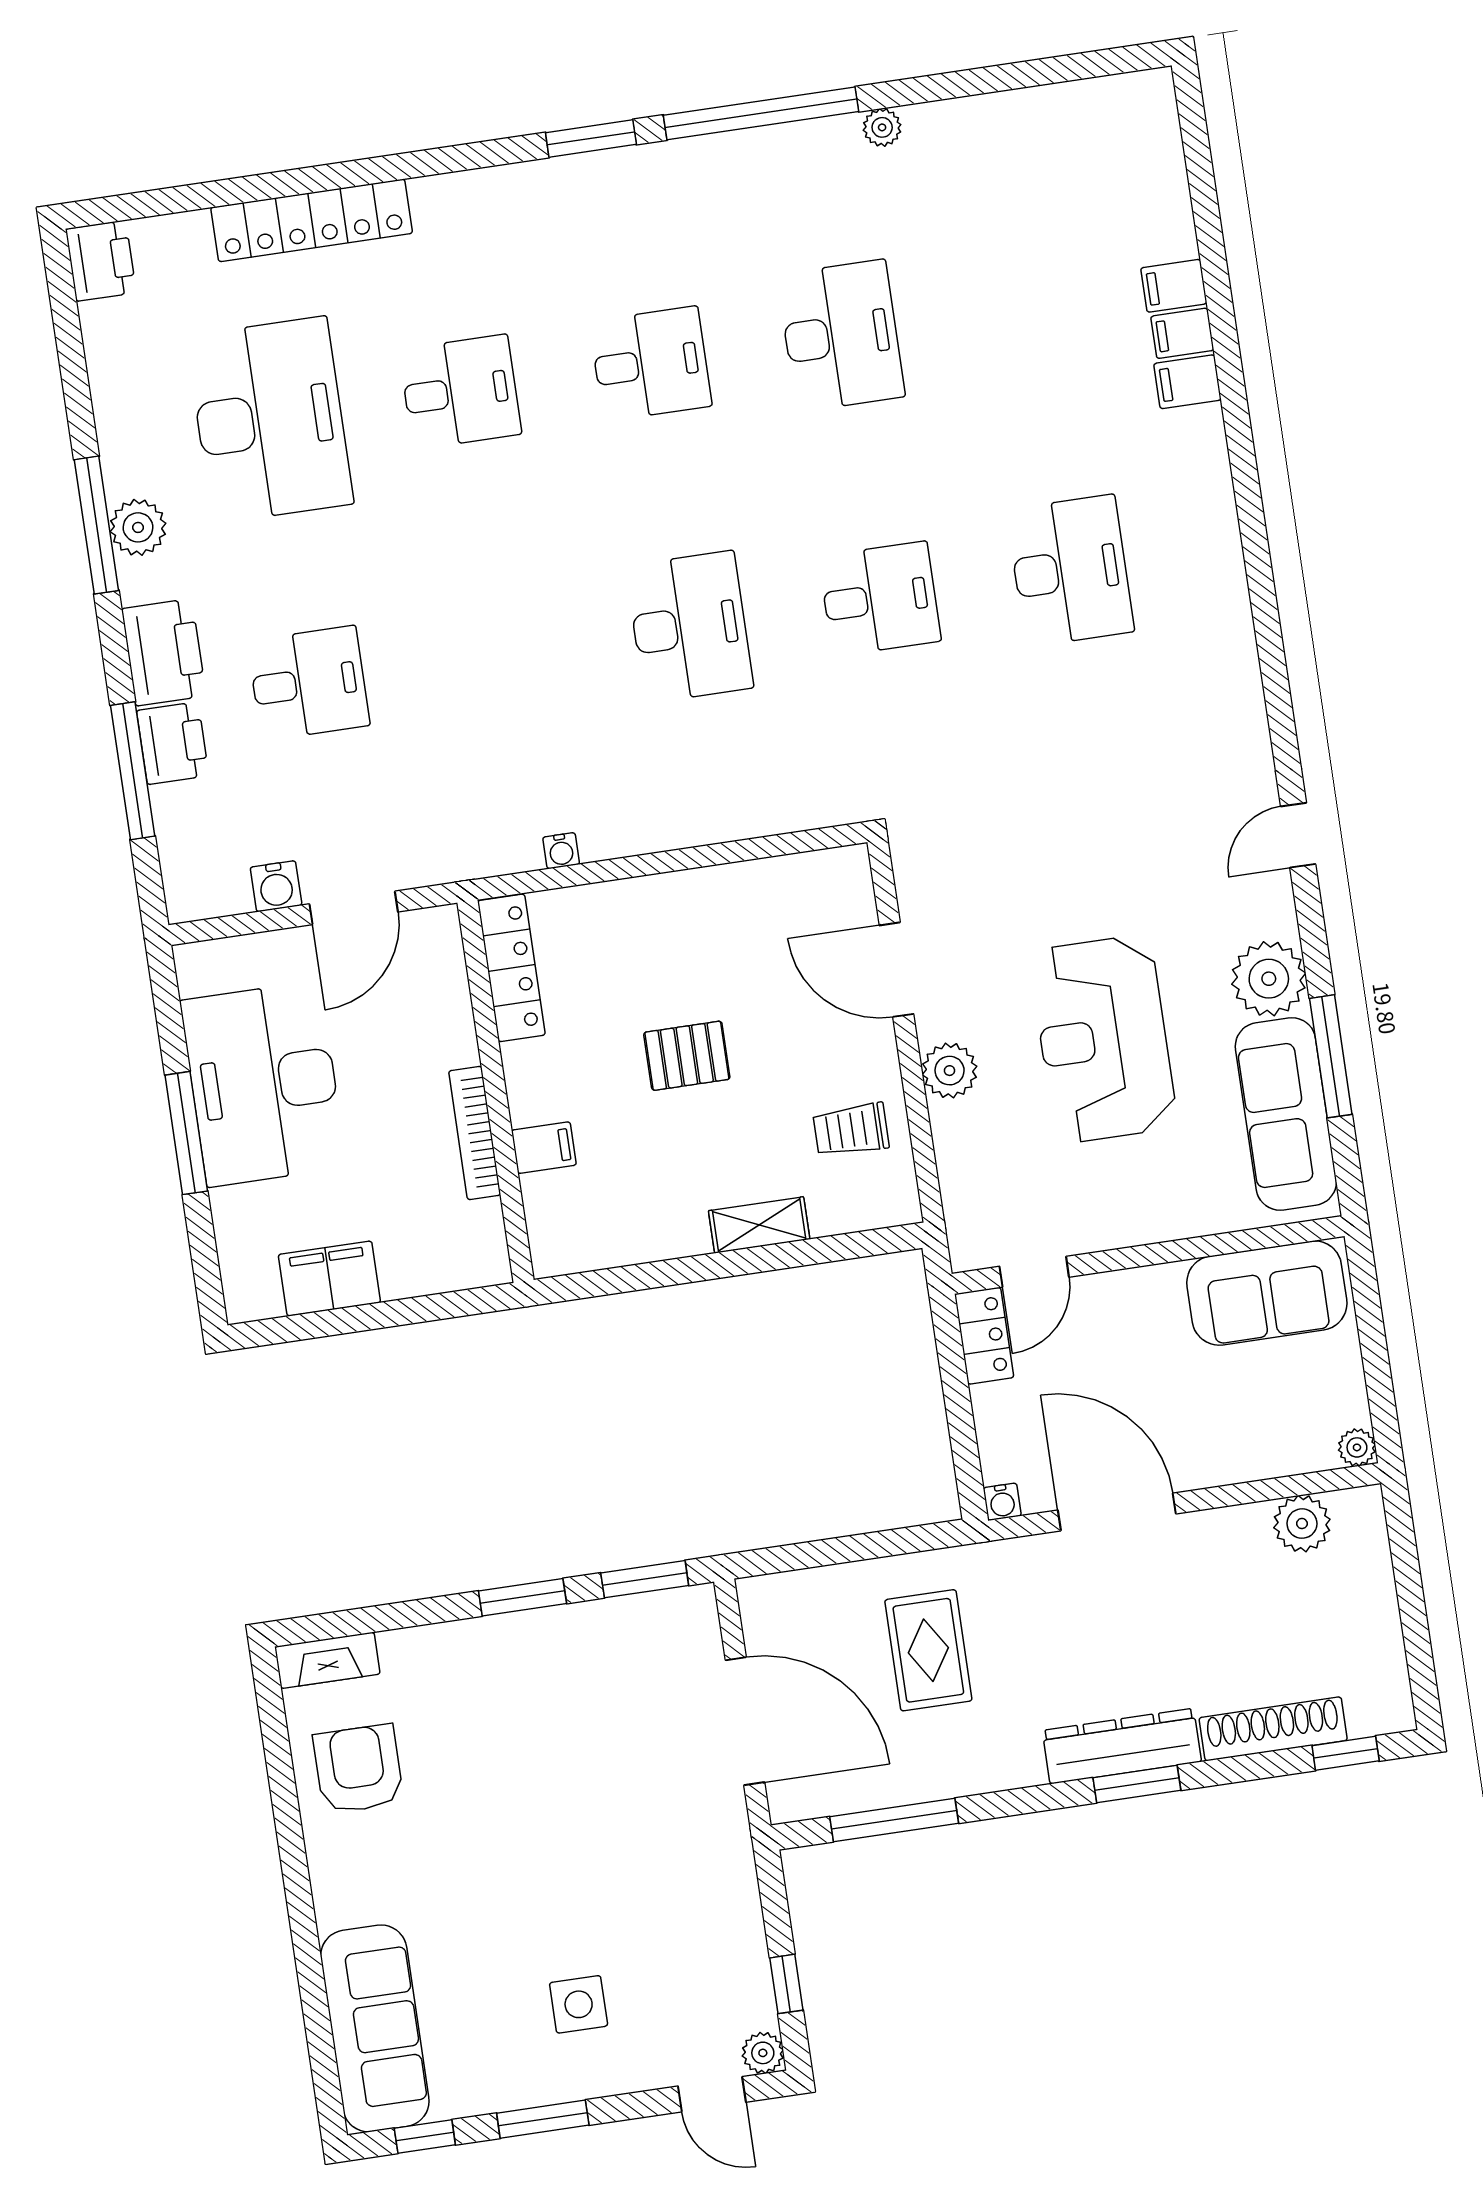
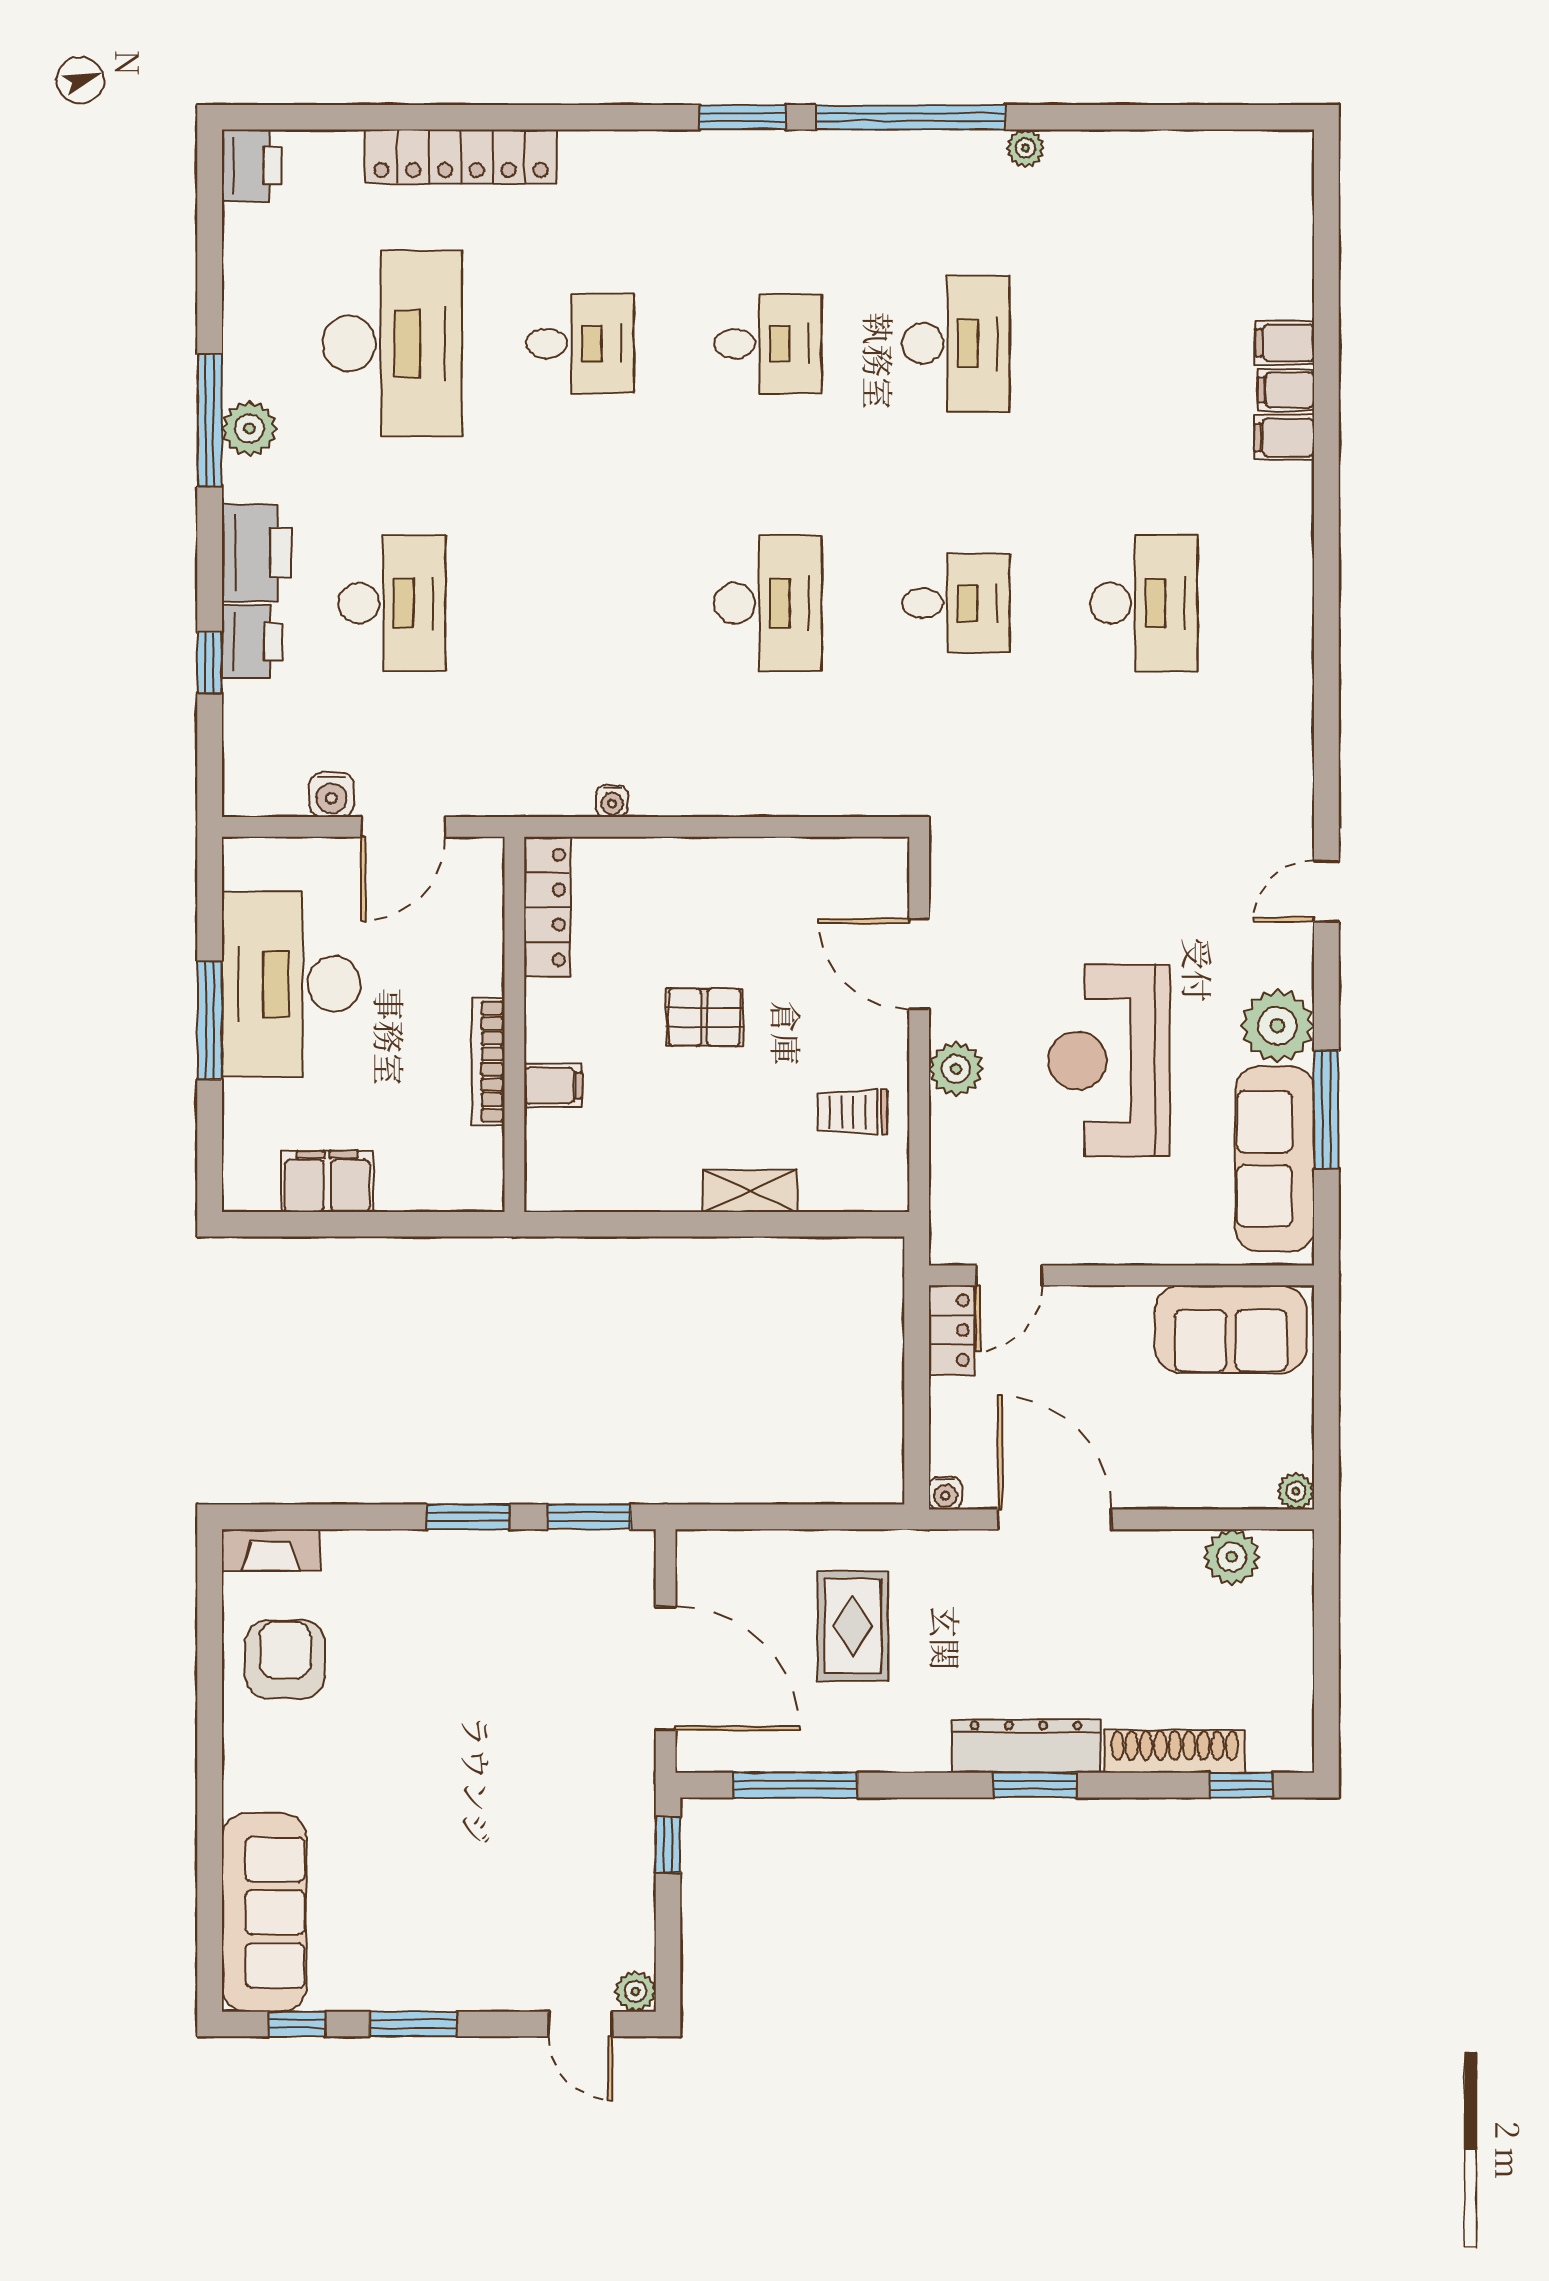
desk: (309, 683) -> (392, 603), width x1.37
window: (133, 771) -> (210, 663), width x0.46
window: (786, 1984) -> (668, 1845), moved
side table: (579, 2004) -> (464, 1918), removed

